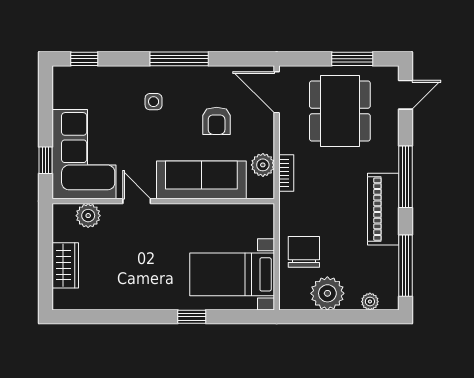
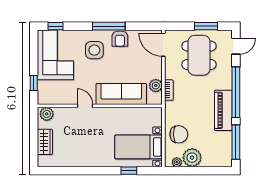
side table: (154, 102) -> (94, 50), width x1.87, depth x1.87
armchair: (217, 121) -> (120, 39), moved
corner sofa: (84, 154) -> (55, 55), moved
window: (406, 177) -> (236, 92), width x1.46
plant: (88, 216) -> (47, 114), moved
chair: (304, 252) -> (179, 134), turned 90
plant: (370, 302) -> (177, 162), moved
window: (192, 317) -> (129, 171), moved

